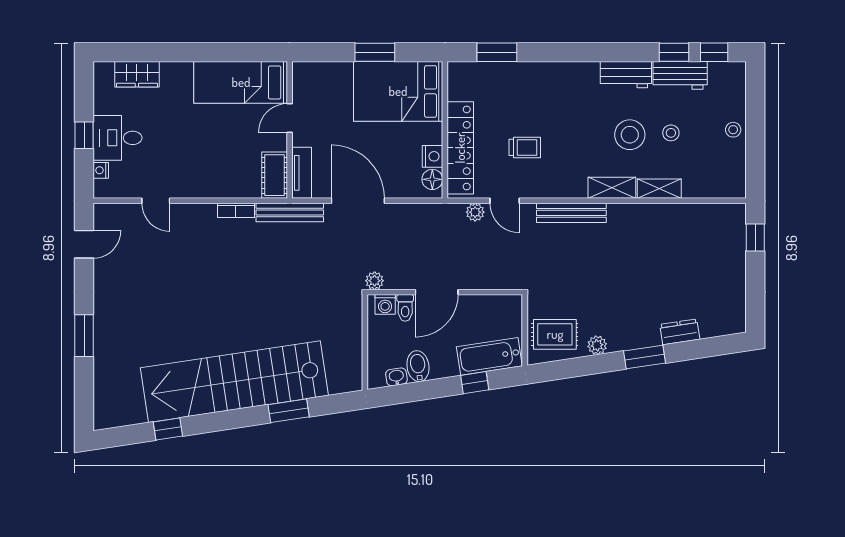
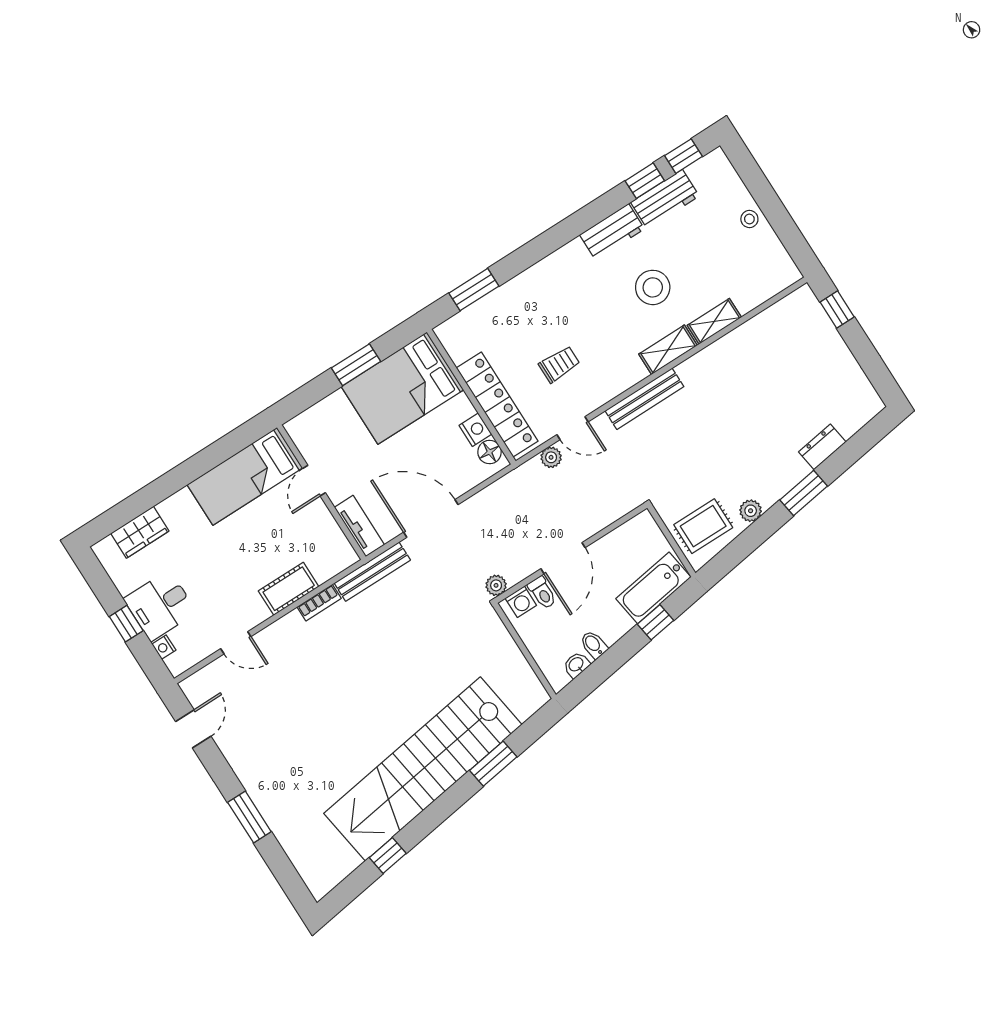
stool: (671, 133) -> (691, 260), removed
cot: (275, 175) -> (289, 589), moved, turned 90
bidet: (418, 366) -> (594, 645), width x0.72, depth x0.74

